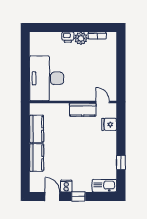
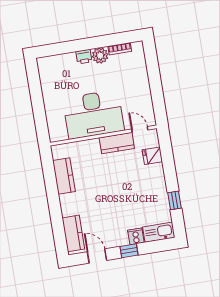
desk: (47, 78) -> (93, 114), moved, turned -90
kitchen counter: (37, 158) -> (73, 233), moved
cooker: (66, 186) -> (136, 236), moved

